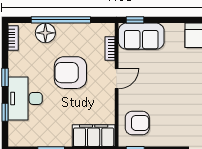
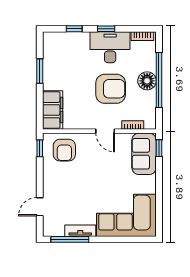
floor lamp: (45, 33) -> (147, 81), moved
armchair: (70, 73) -> (111, 89), turned 90
desk: (25, 98) -> (110, 47), moved

